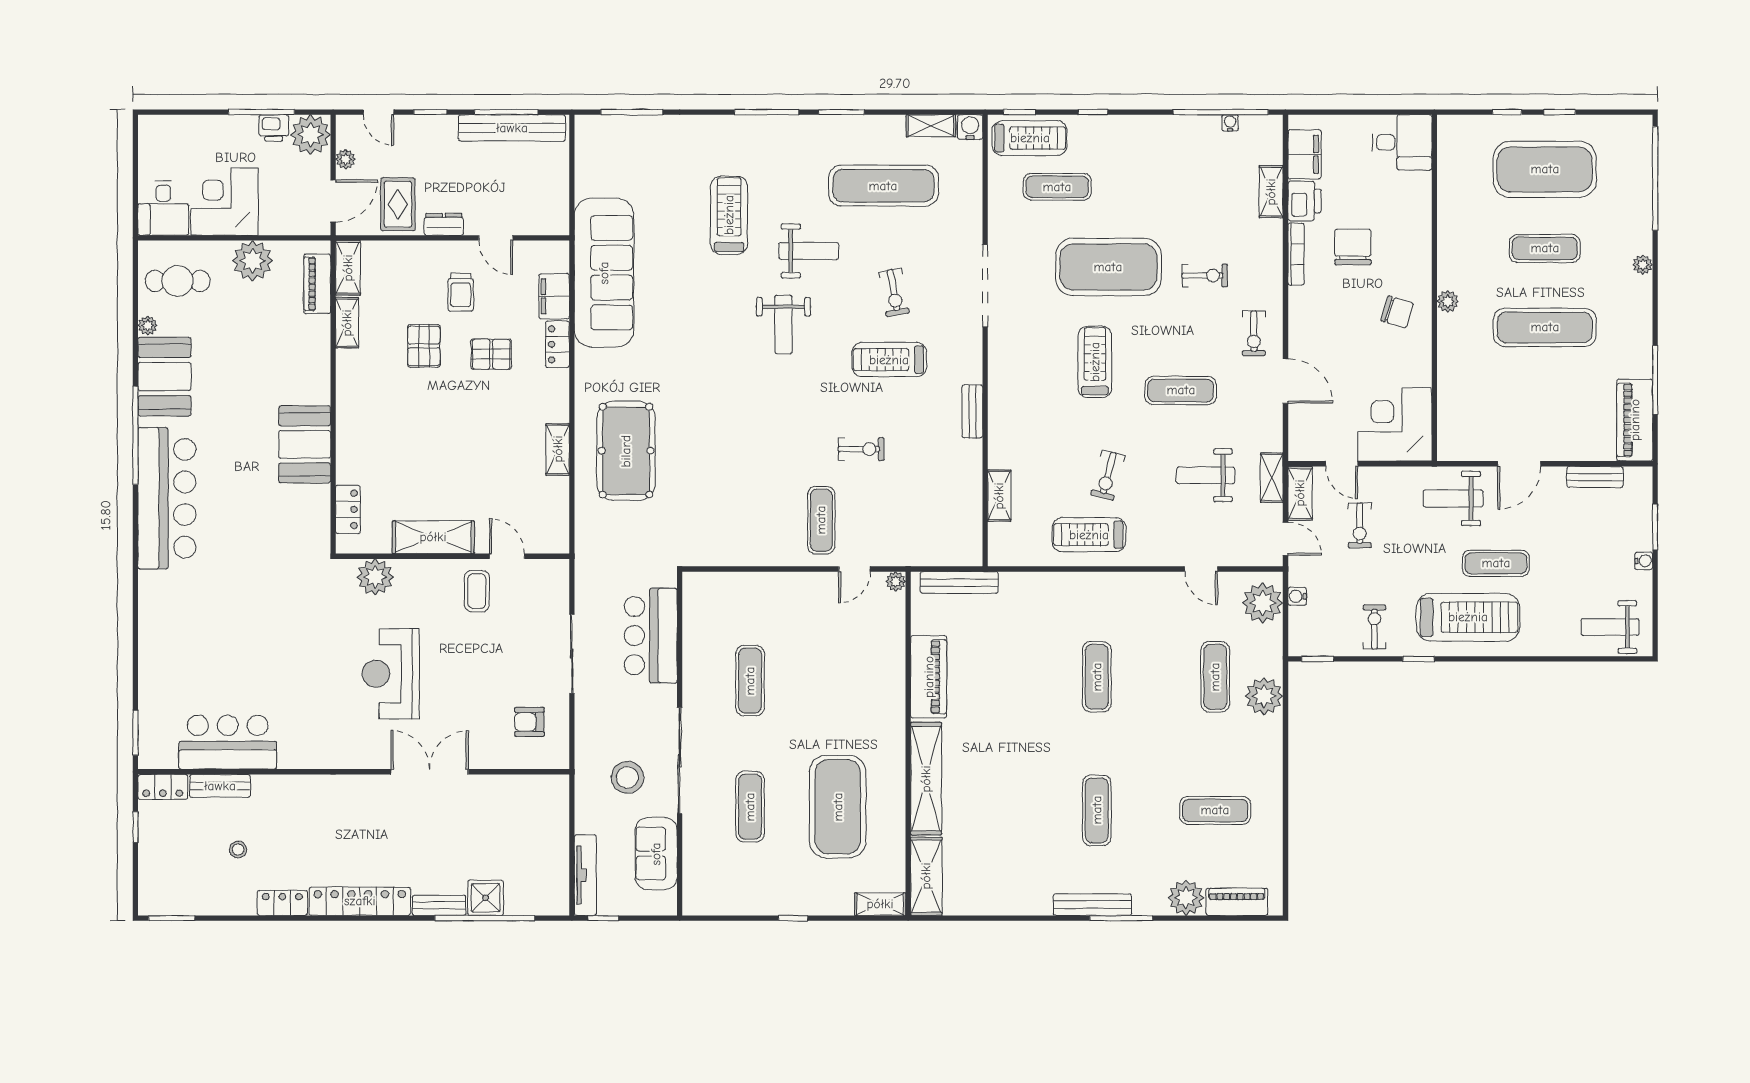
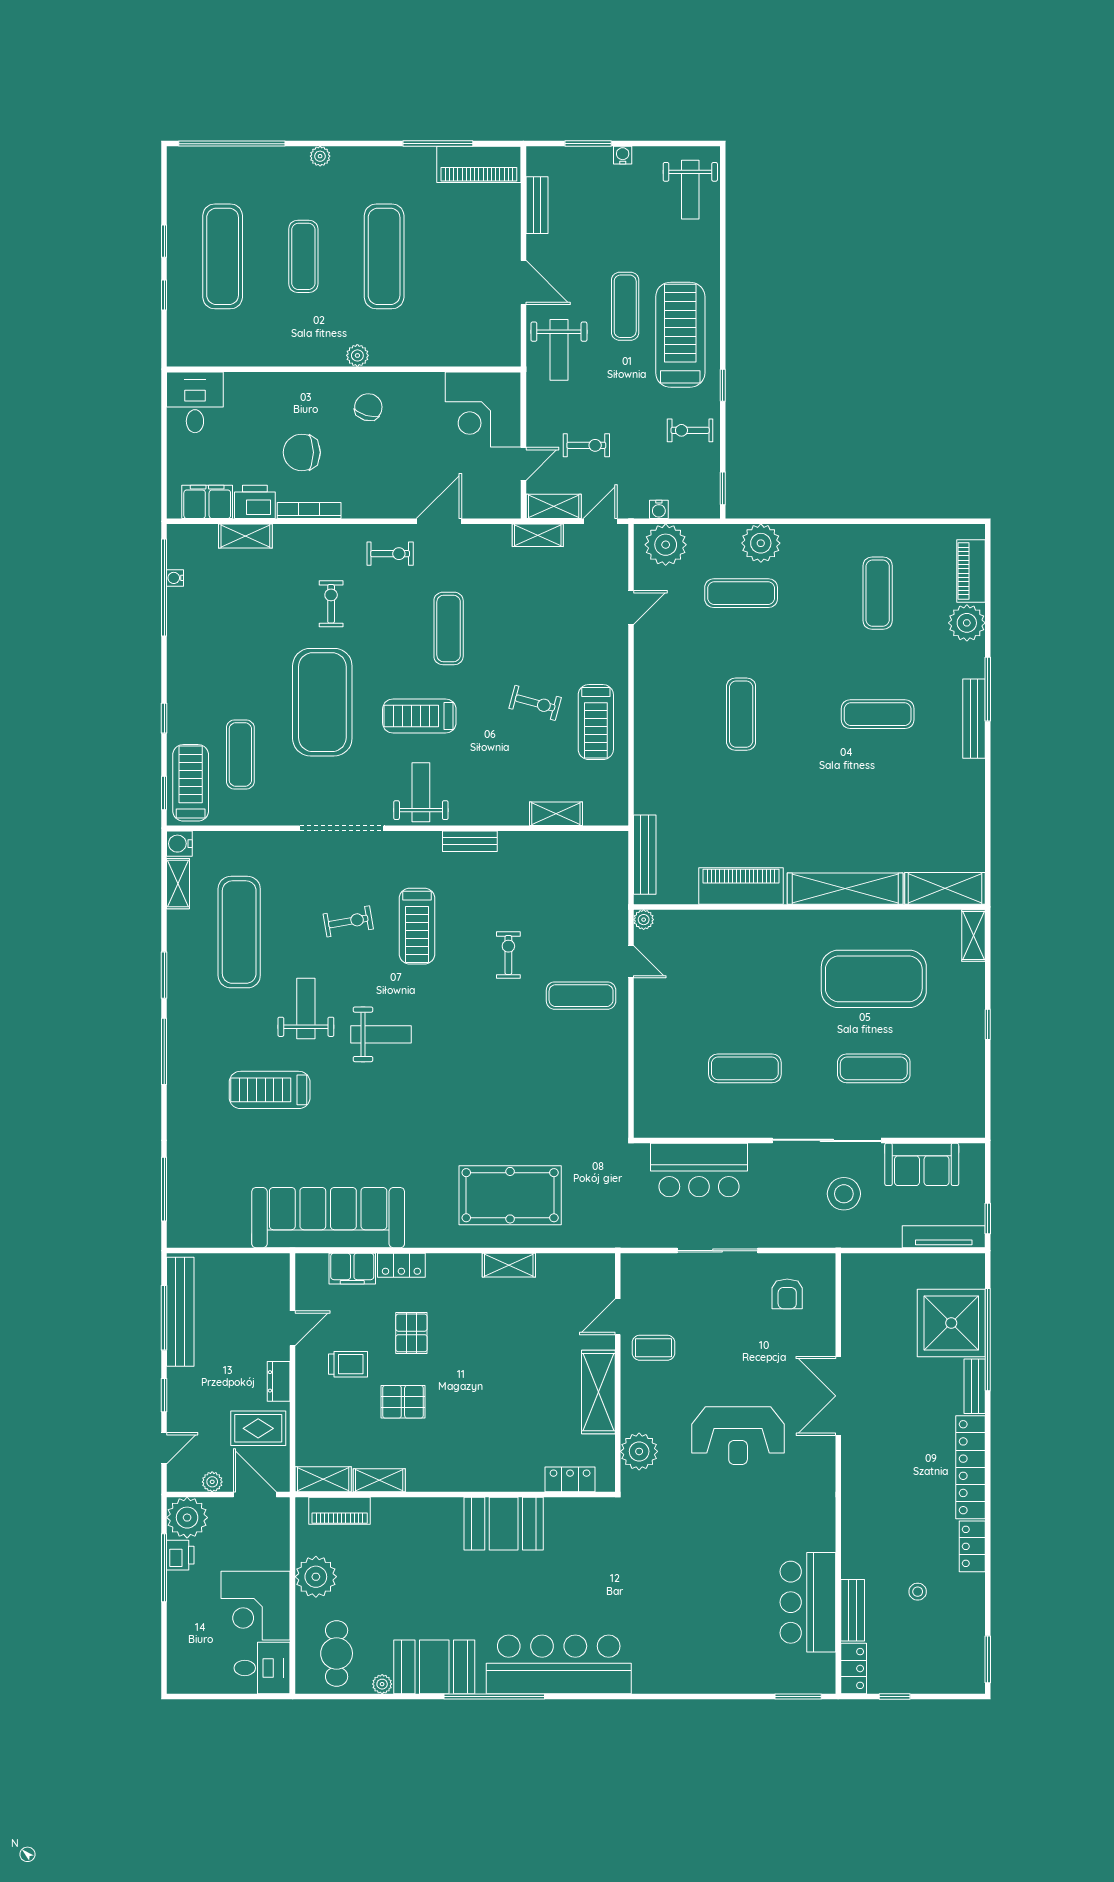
exercise mat: (1545, 169) -> (223, 256), width x0.68
weight bench: (1206, 475) -> (421, 792), moved, turned 180
exercise mat: (1097, 677) -> (741, 714), turned 90
shower: (486, 898) -> (951, 1323), width x1.86, depth x1.86

